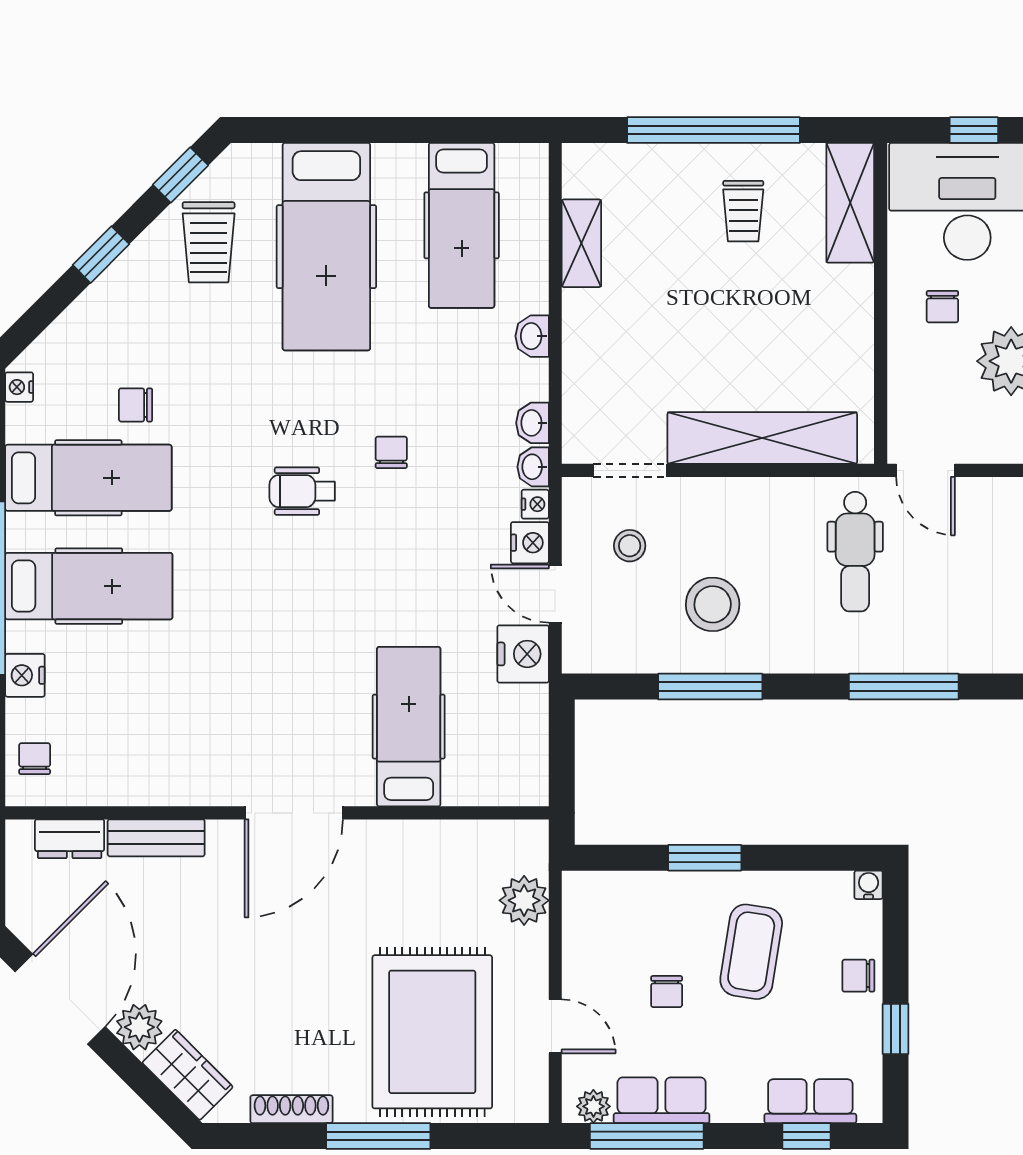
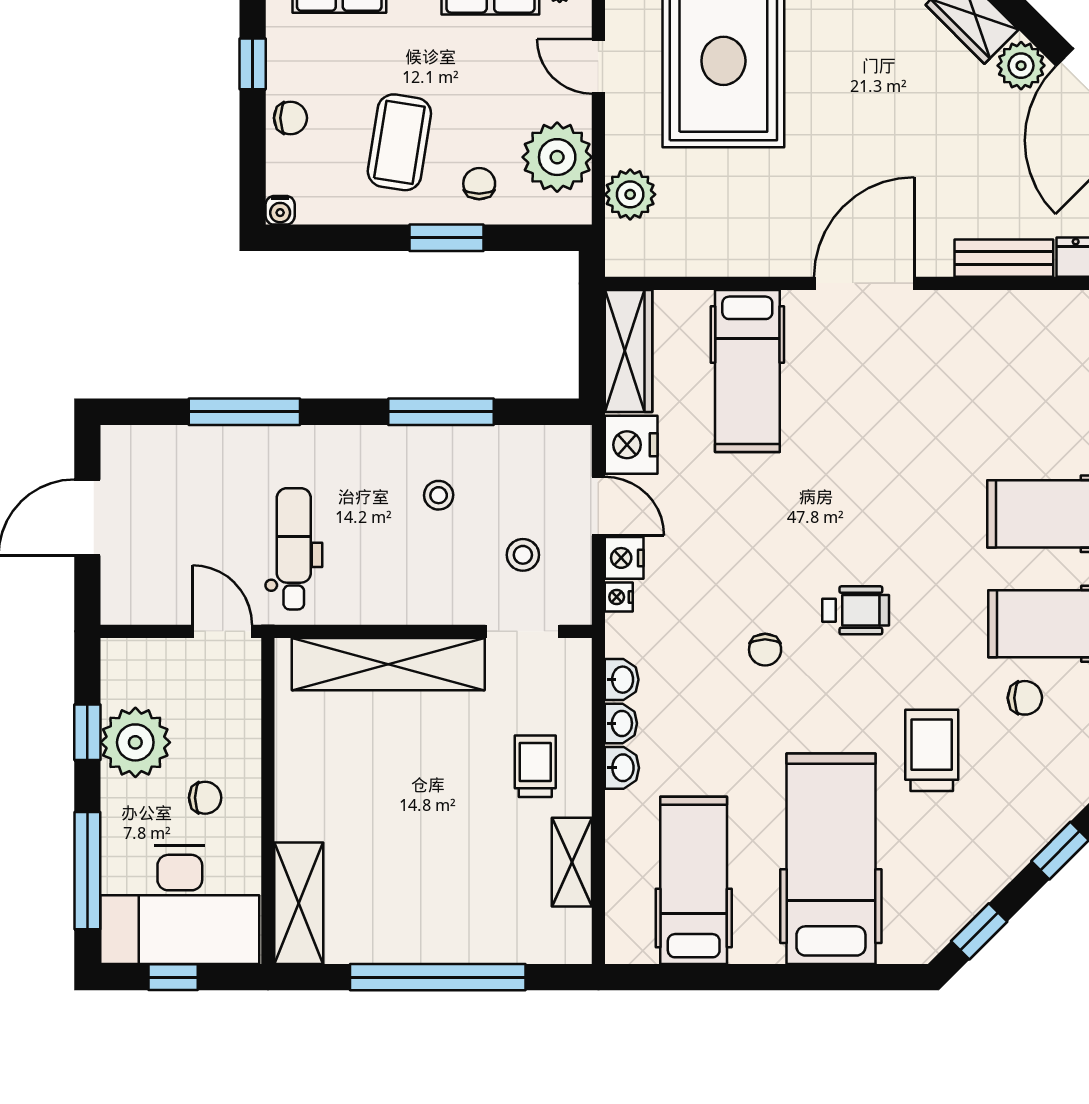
trolley: (743, 211) -> (535, 766), moved
trolley: (209, 242) -> (932, 750), moved
chair: (942, 307) -> (205, 798), turned 90
washbasin: (533, 467) -> (621, 723), moved
stool: (713, 604) -> (439, 495), width x0.53, depth x0.53
wardrobe: (526, 746) -> (629, 351), added
plant: (596, 937) -> (557, 157), added
chair: (667, 992) -> (479, 184), moved

